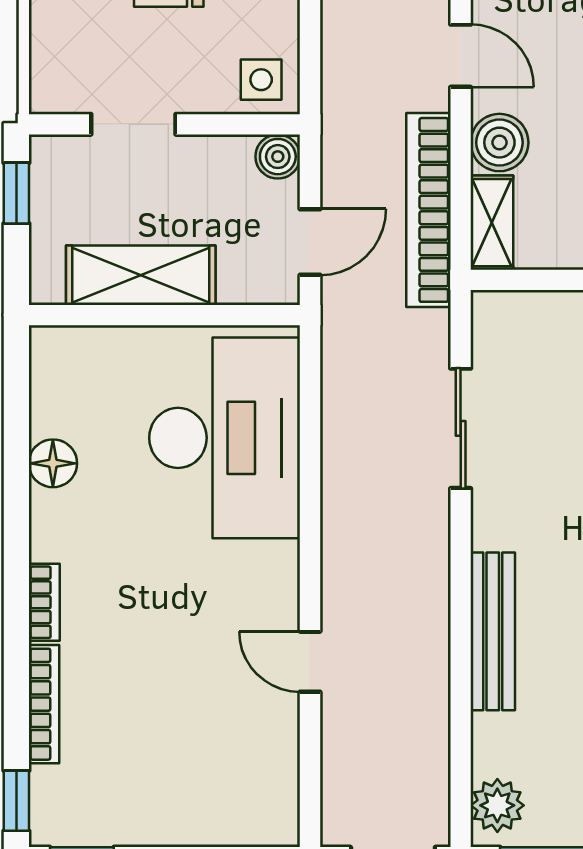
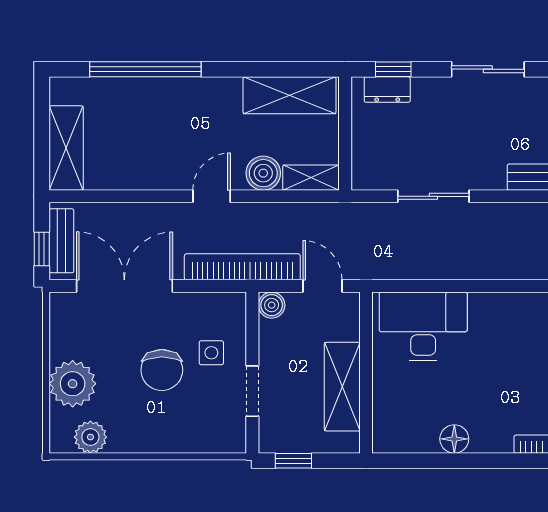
side table: (261, 80) -> (211, 353), moved
bookcase: (429, 210) -> (242, 267), moved, turned 180
desk: (225, 438) -> (423, 326), width x0.73, depth x0.77

